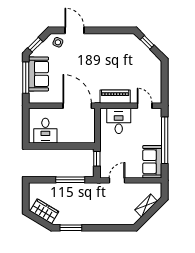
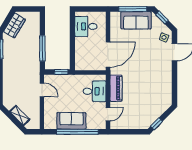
window: (147, 42) -> (157, 124), moved
sofa: (152, 162) -> (71, 121), moved

